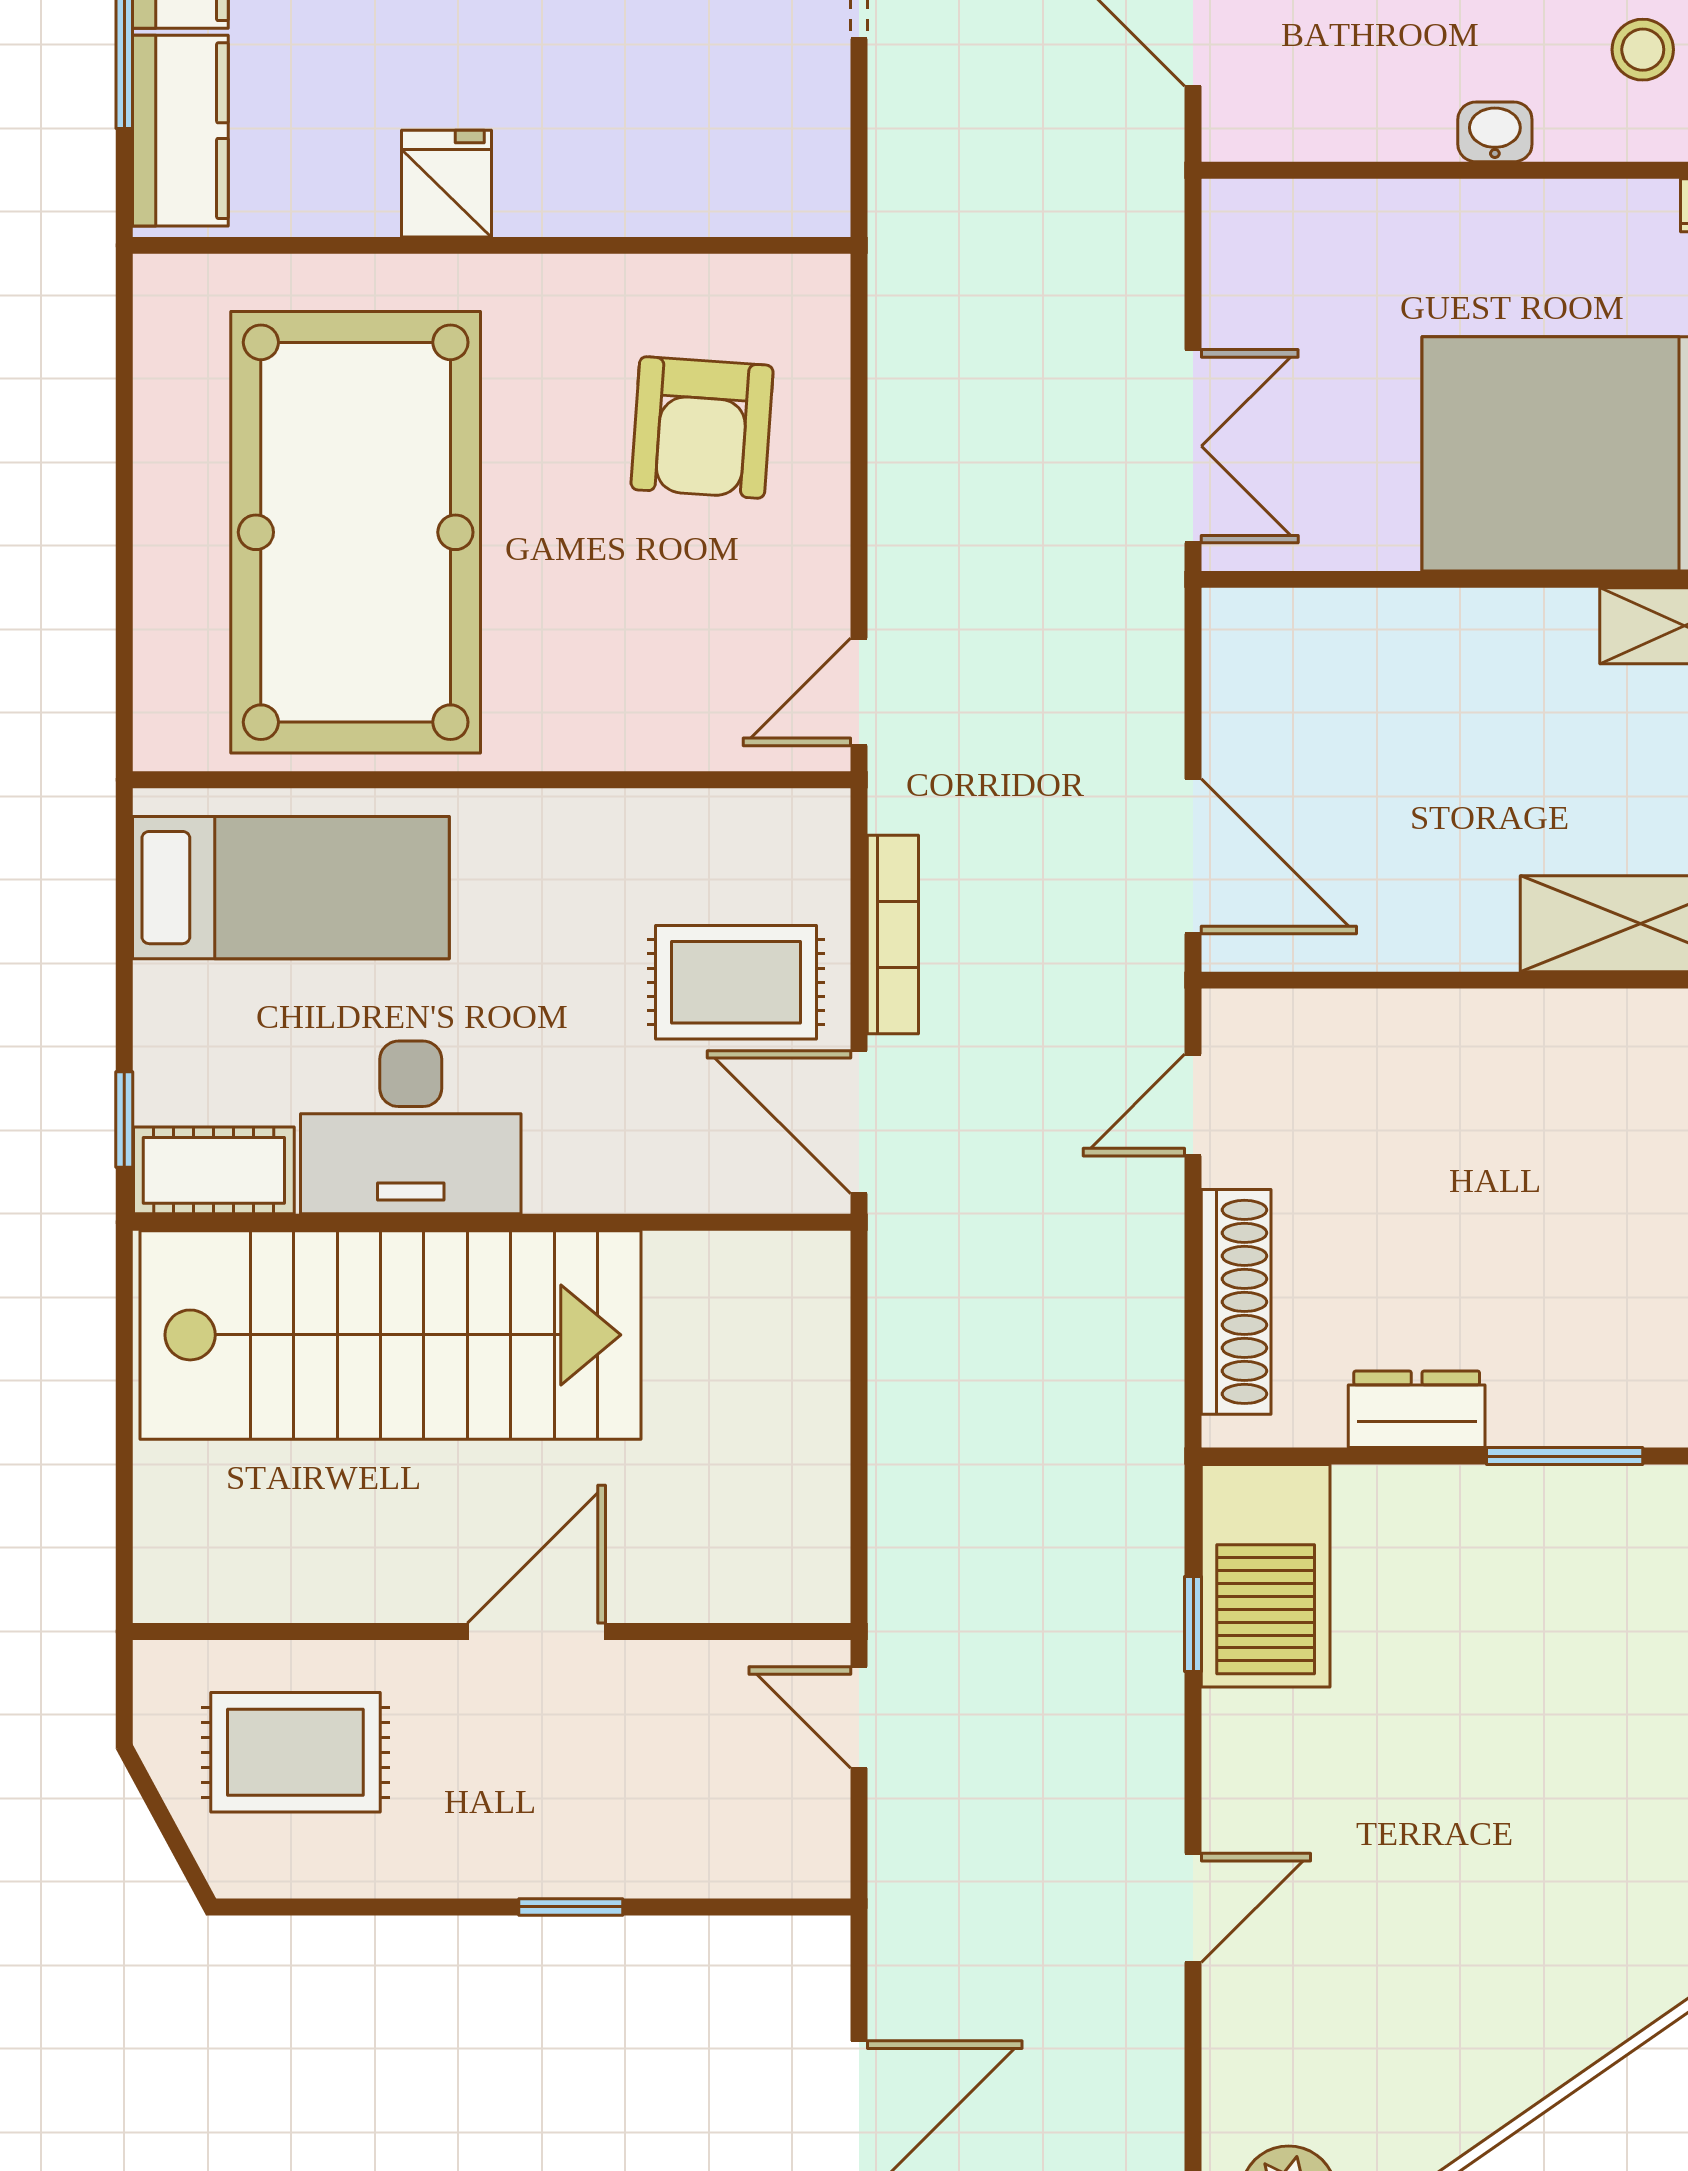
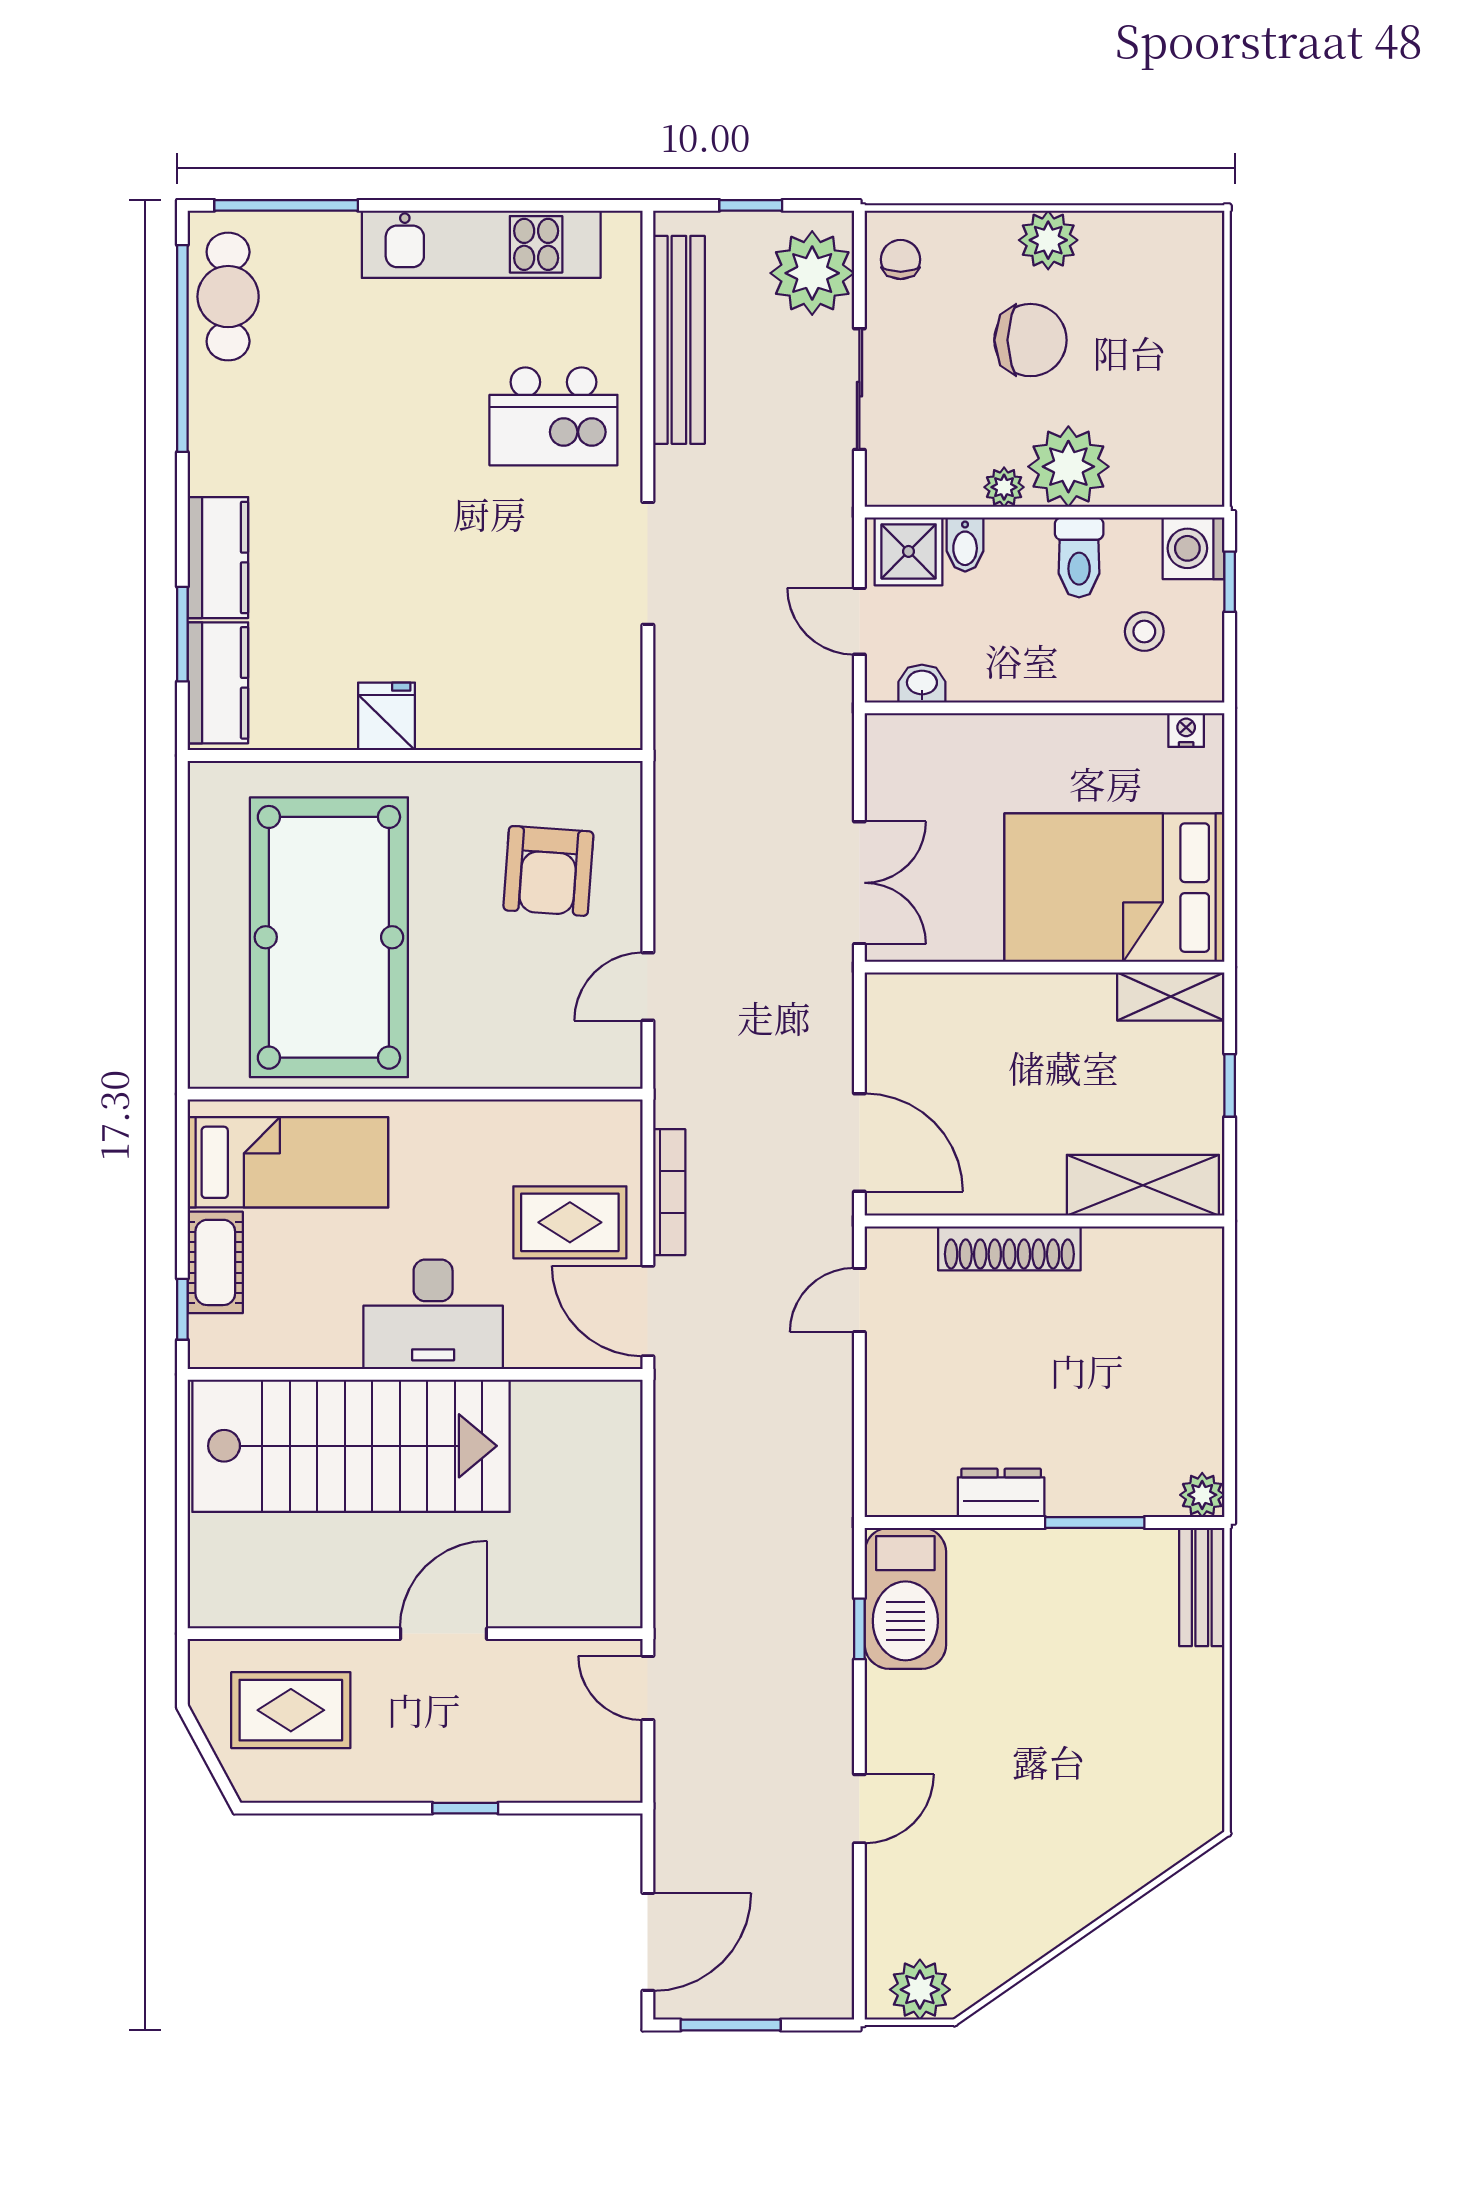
washbasin: (1495, 132) -> (922, 684), moved
door: (859, 692) -> (648, 987), moved
desk: (411, 1127) -> (433, 1314), moved
cot: (214, 1170) -> (215, 1262), moved, turned 90
shoe rack: (1236, 1302) -> (1009, 1248), moved, turned 90

